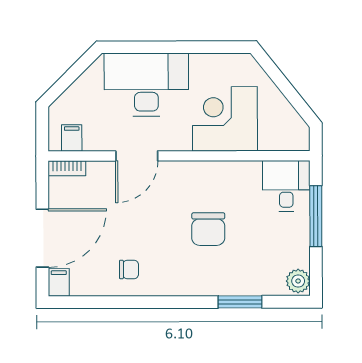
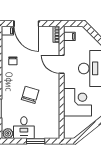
desk: (286, 186) -> (24, 128), moved, turned 90
window: (316, 216) -> (36, 141), width x0.69
chair: (208, 229) -> (30, 95), turned 107

